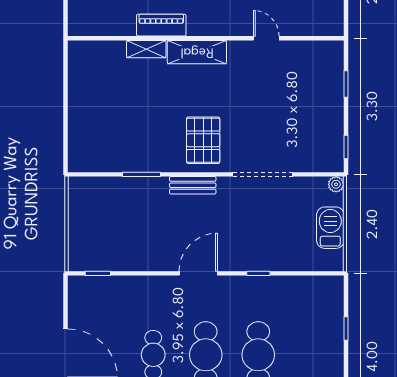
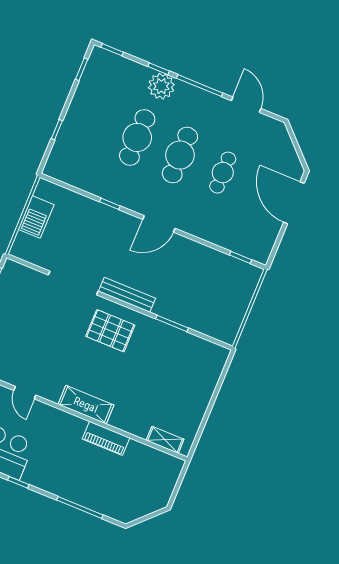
shelving: (146, 49) -> (165, 440), moved
pallet: (203, 140) -> (110, 331), turned 90
plant: (336, 184) -> (17, 250), removed
bench: (193, 185) -> (127, 295), width x1.36

